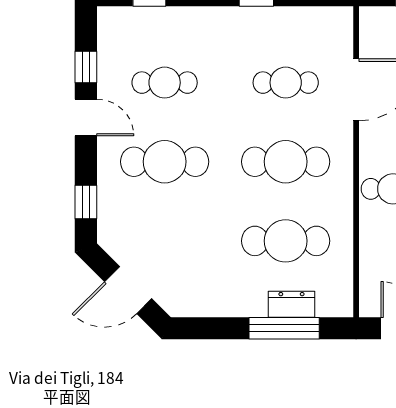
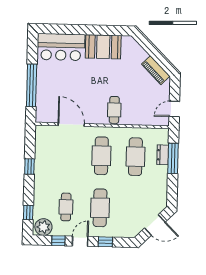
plant: (117, 31) -> (43, 227), added
cafe table: (286, 83) -> (67, 155), removed
window: (86, 202) -> (105, 242), moved
door: (128, 290) -> (155, 225), hinge flipped

